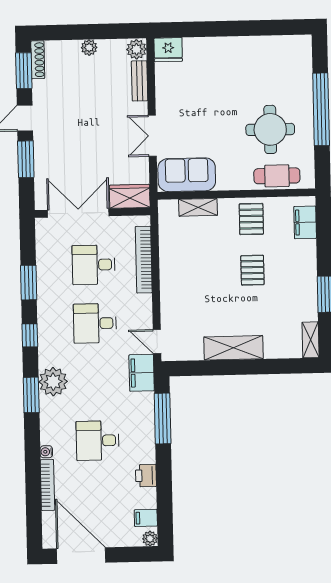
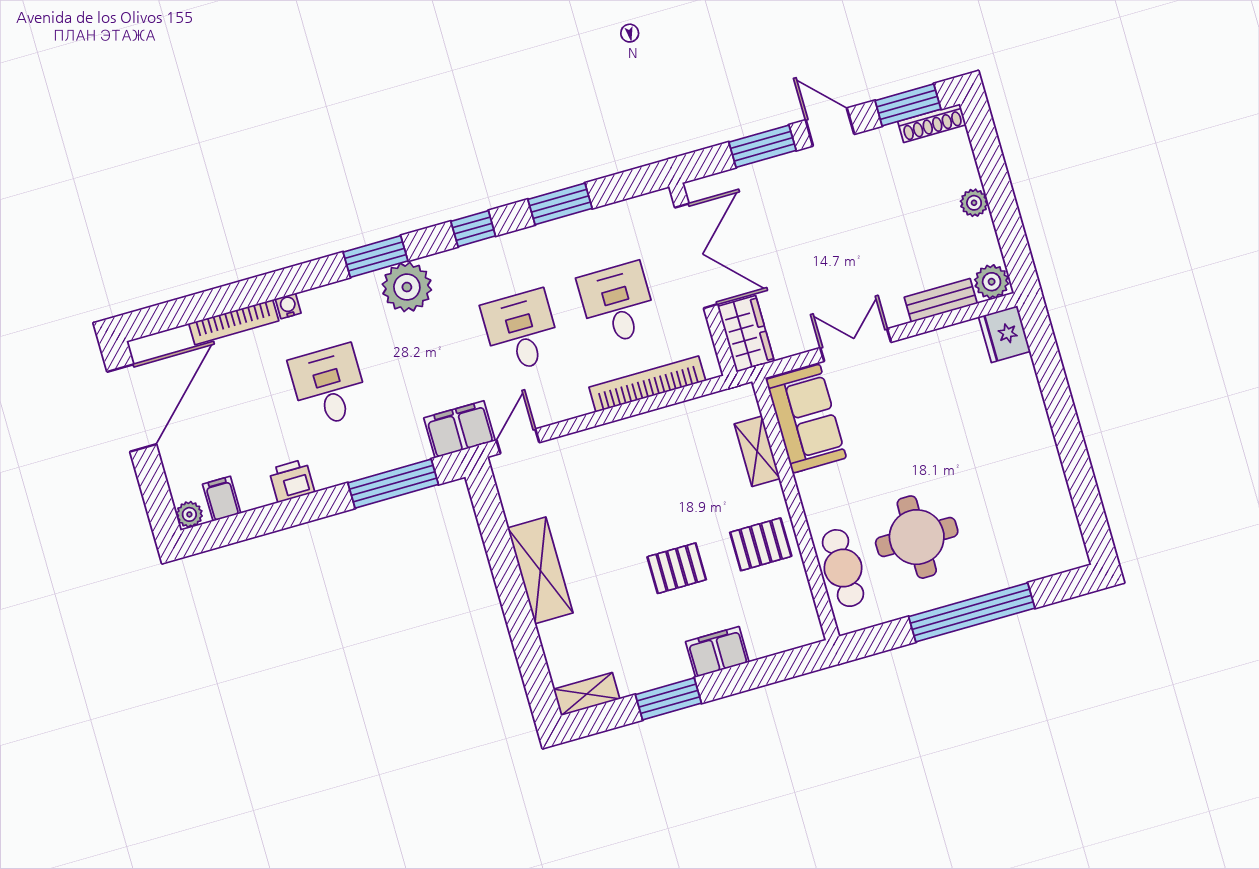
filing cabinet: (305, 222) -> (717, 652), moved

